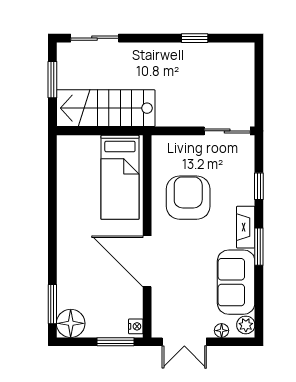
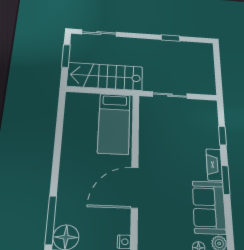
sliding door: (227, 131) -> (170, 95), moved
armchair: (188, 198) -> (168, 141), removed
door: (147, 261) -> (135, 188), hinge flipped
window: (52, 304) -> (51, 220), width x1.44

